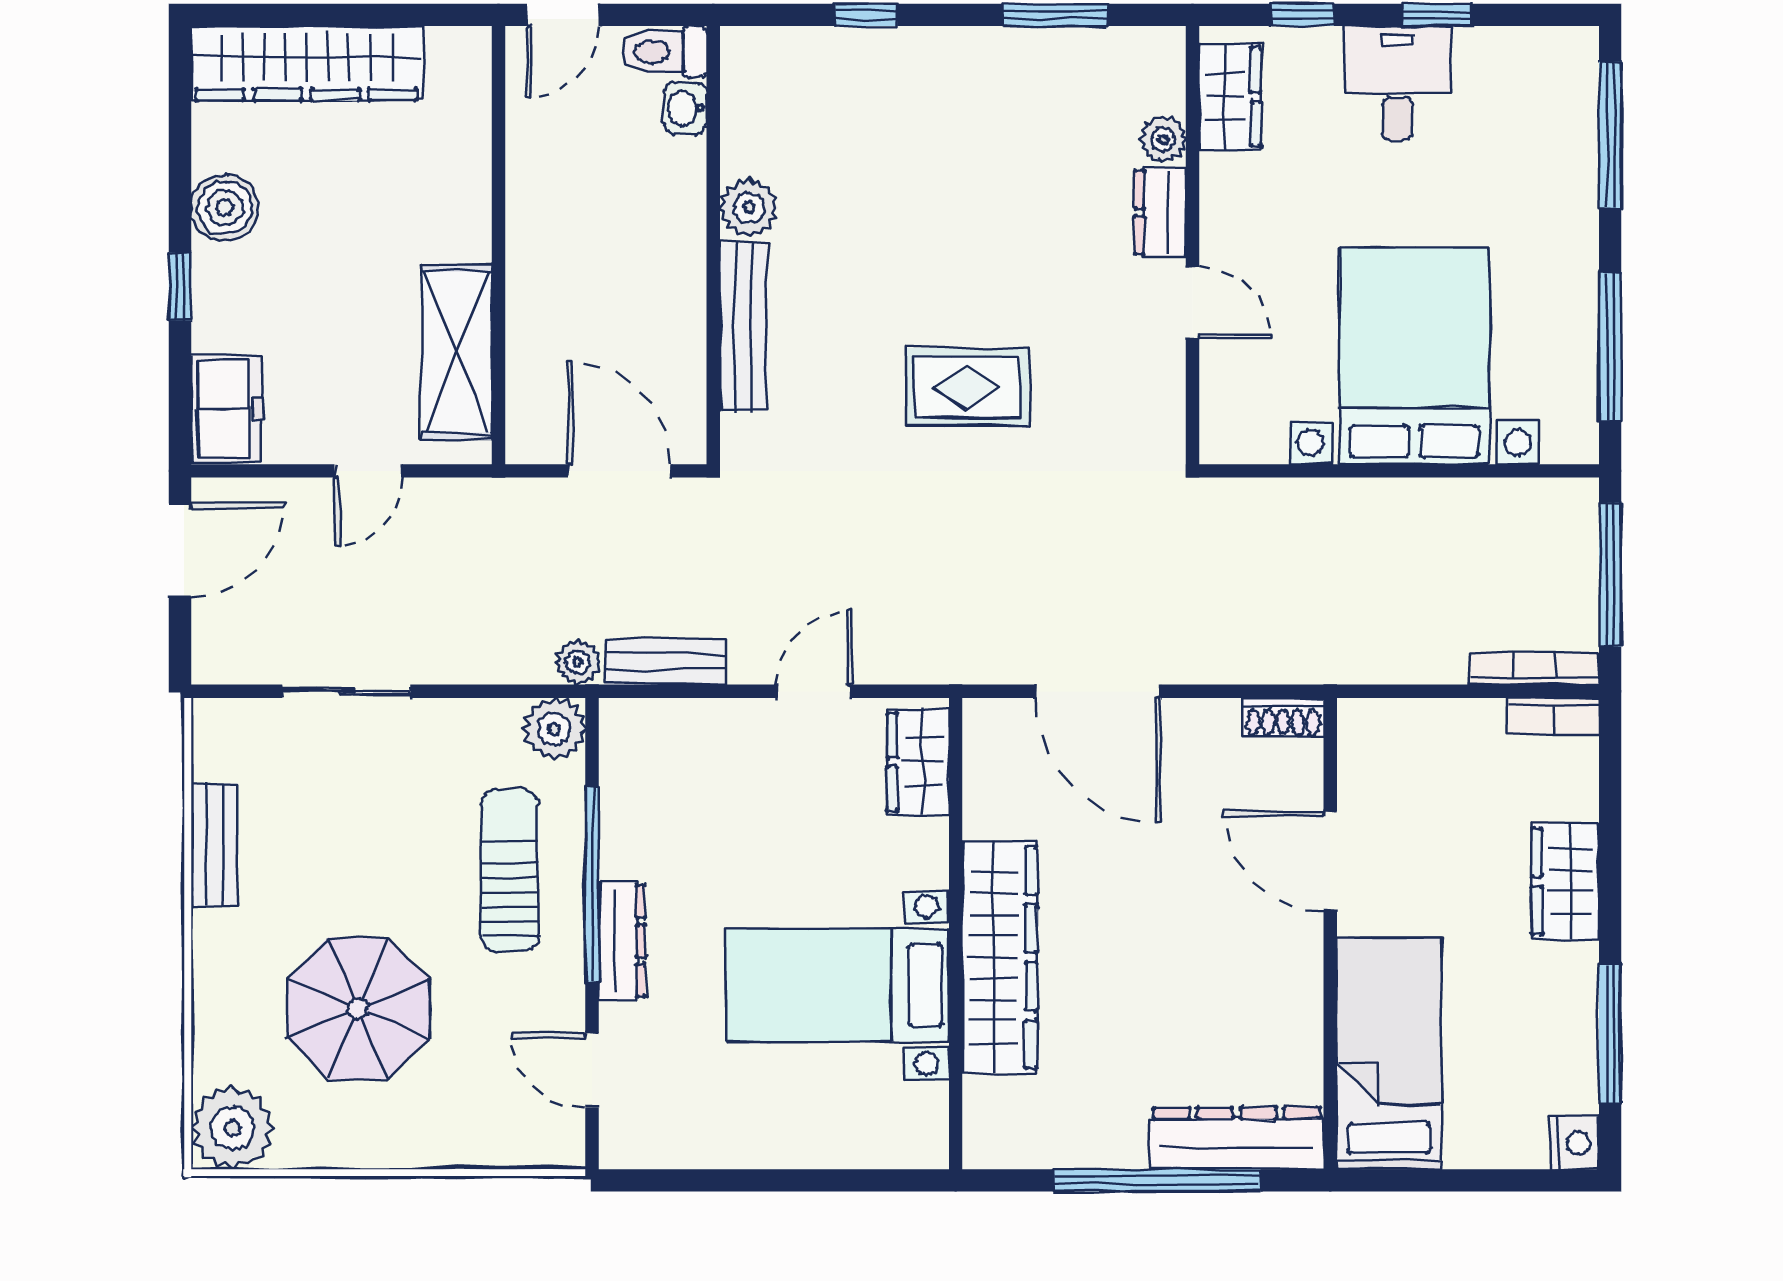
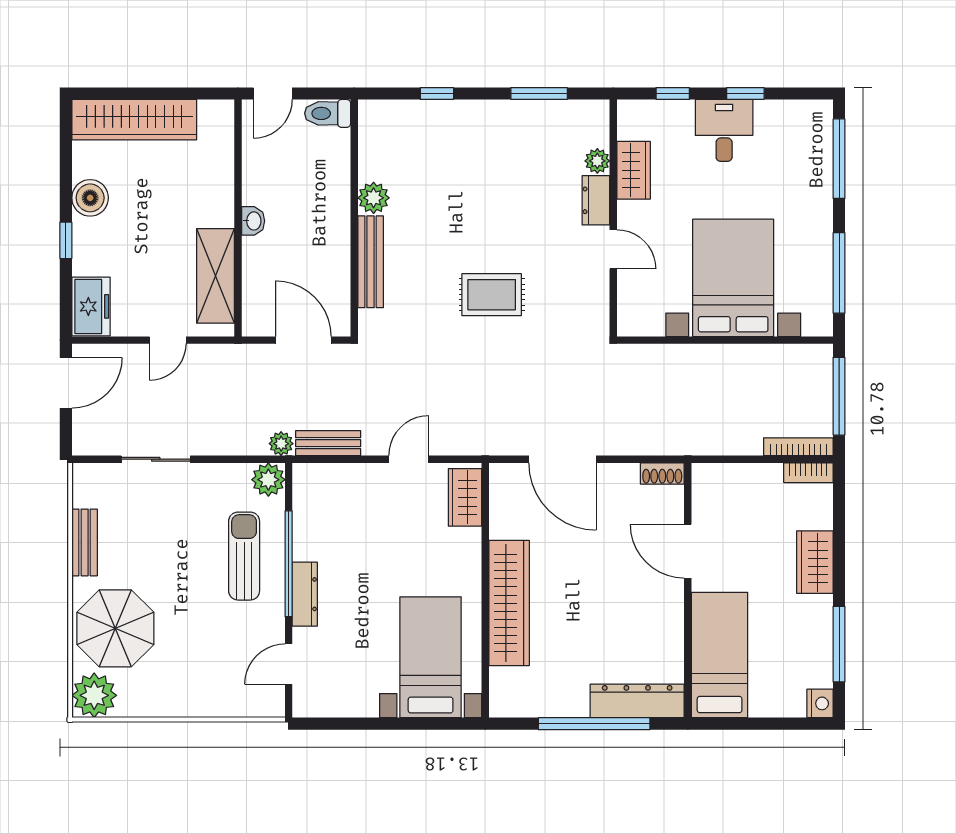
wardrobe: (1230, 97) -> (634, 170), moved
washbasin: (685, 108) -> (253, 221), moved, turned 180
bed with nightstands: (837, 985) -> (431, 657), moved, turned 90
parasol: (358, 1008) -> (115, 628), moved
door: (592, 1070) -> (289, 664), hinge flipped

